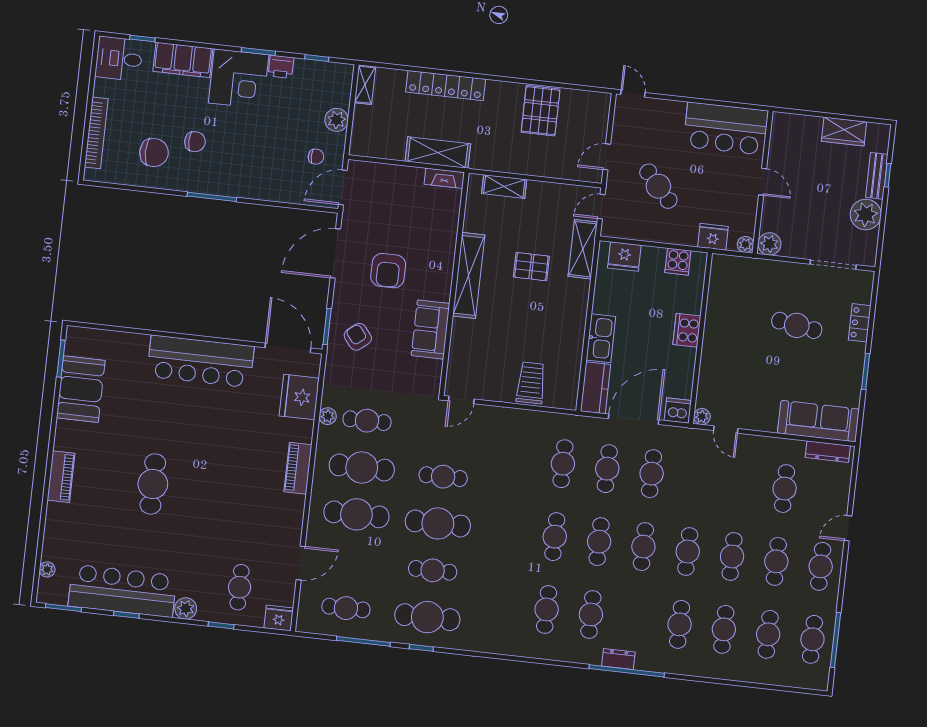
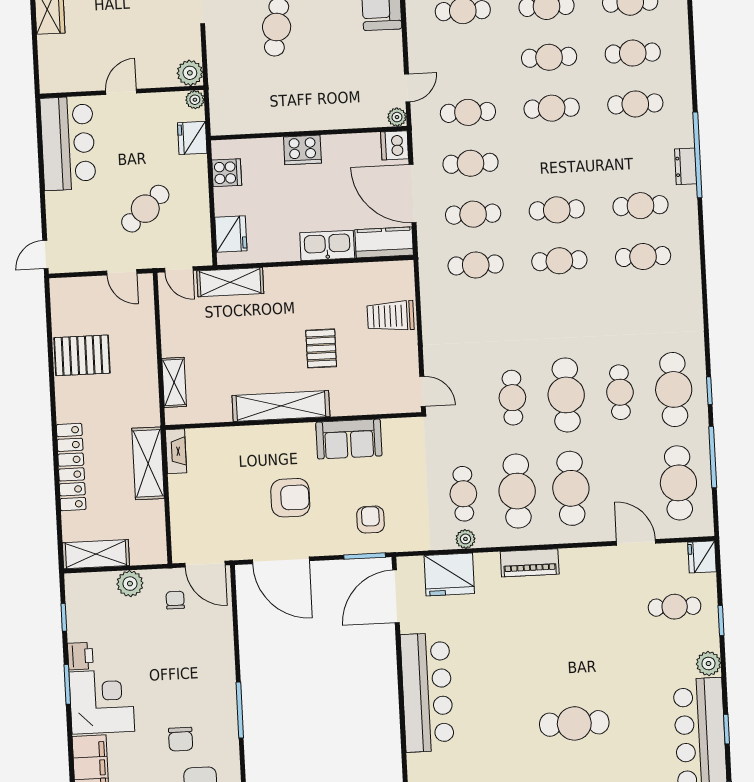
shelving: (365, 85) -> (96, 554), width x1.50, depth x1.33
chair: (195, 142) -> (181, 739), turned 180
pallet: (531, 267) -> (321, 348), moved
armchair: (358, 337) -> (371, 520), turned 129
cafe table: (643, 547) -> (468, 112), moved
cafe table: (346, 608) -> (678, 483), width x1.37, depth x1.35

